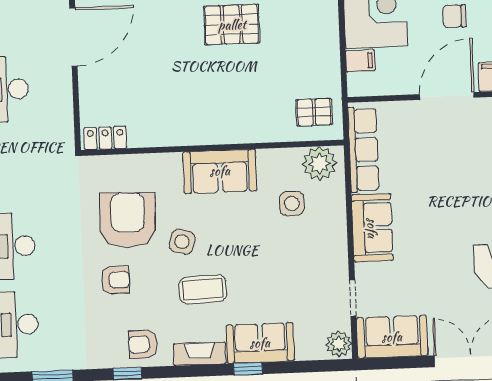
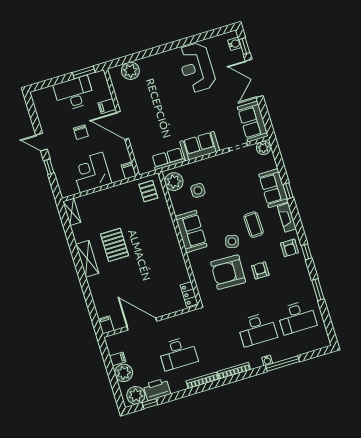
filing cabinet: (360, 61) -> (129, 171), moved
row of seats: (363, 150) -> (168, 159), width x0.68

